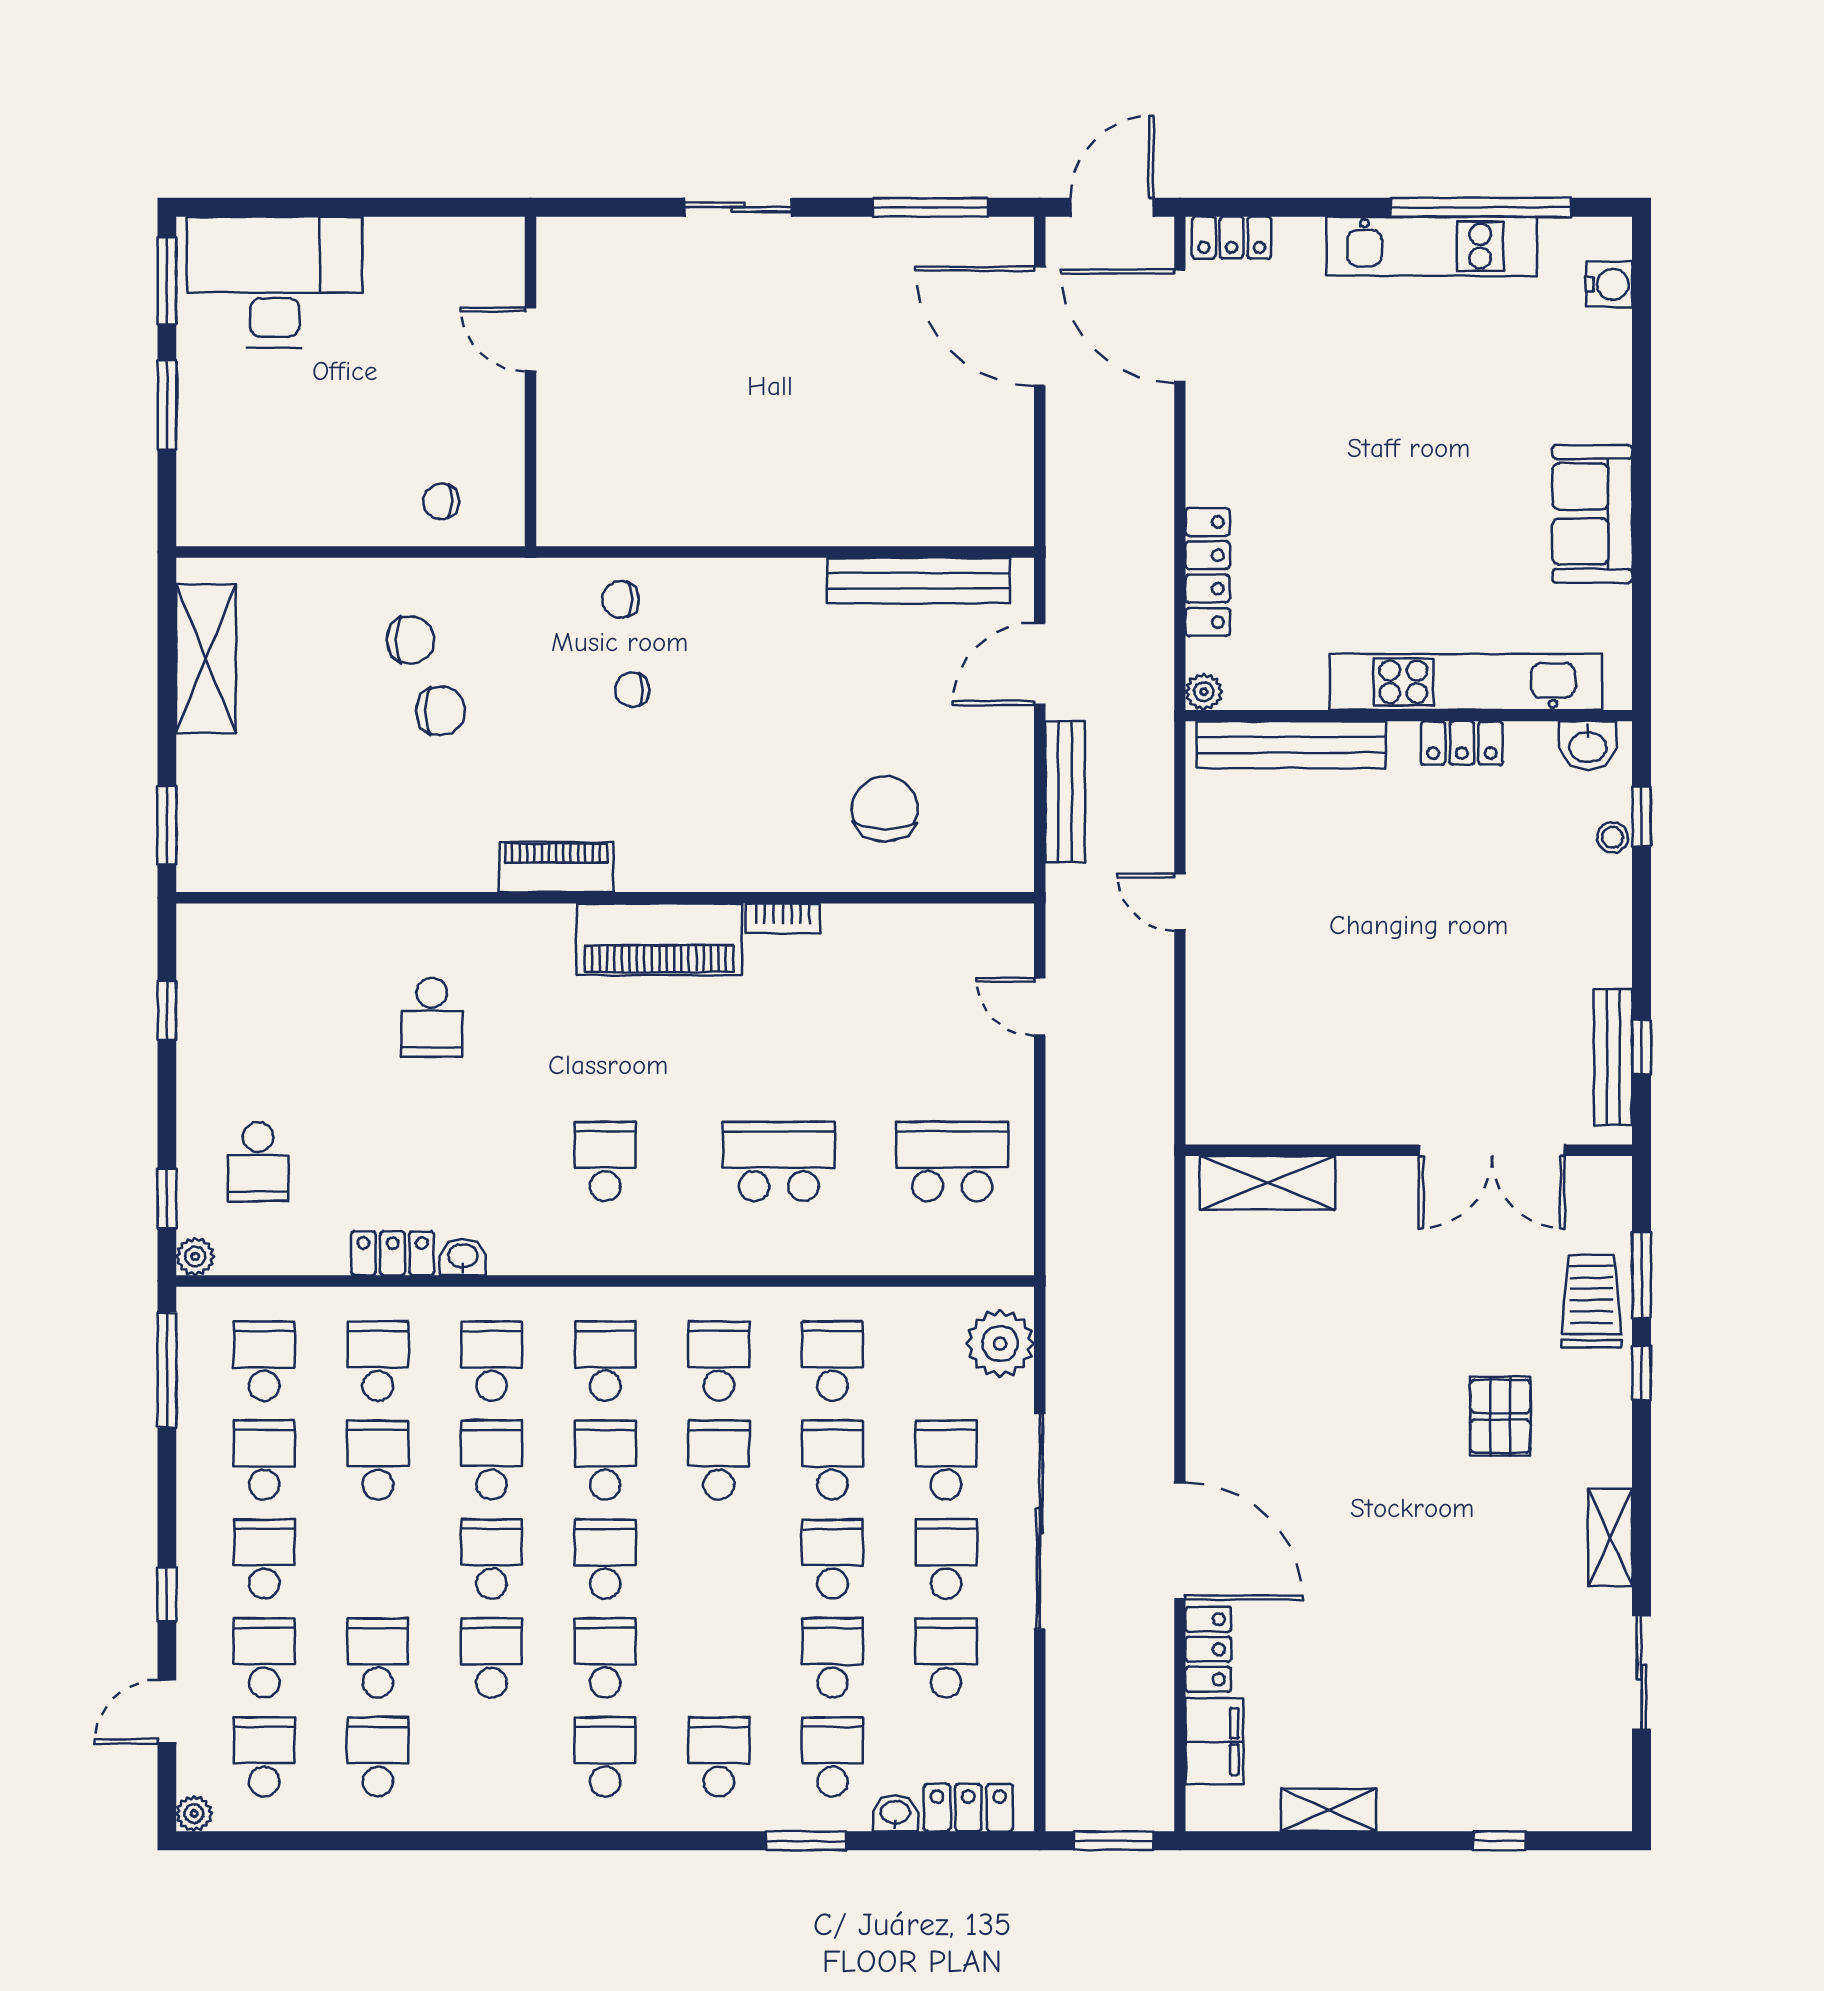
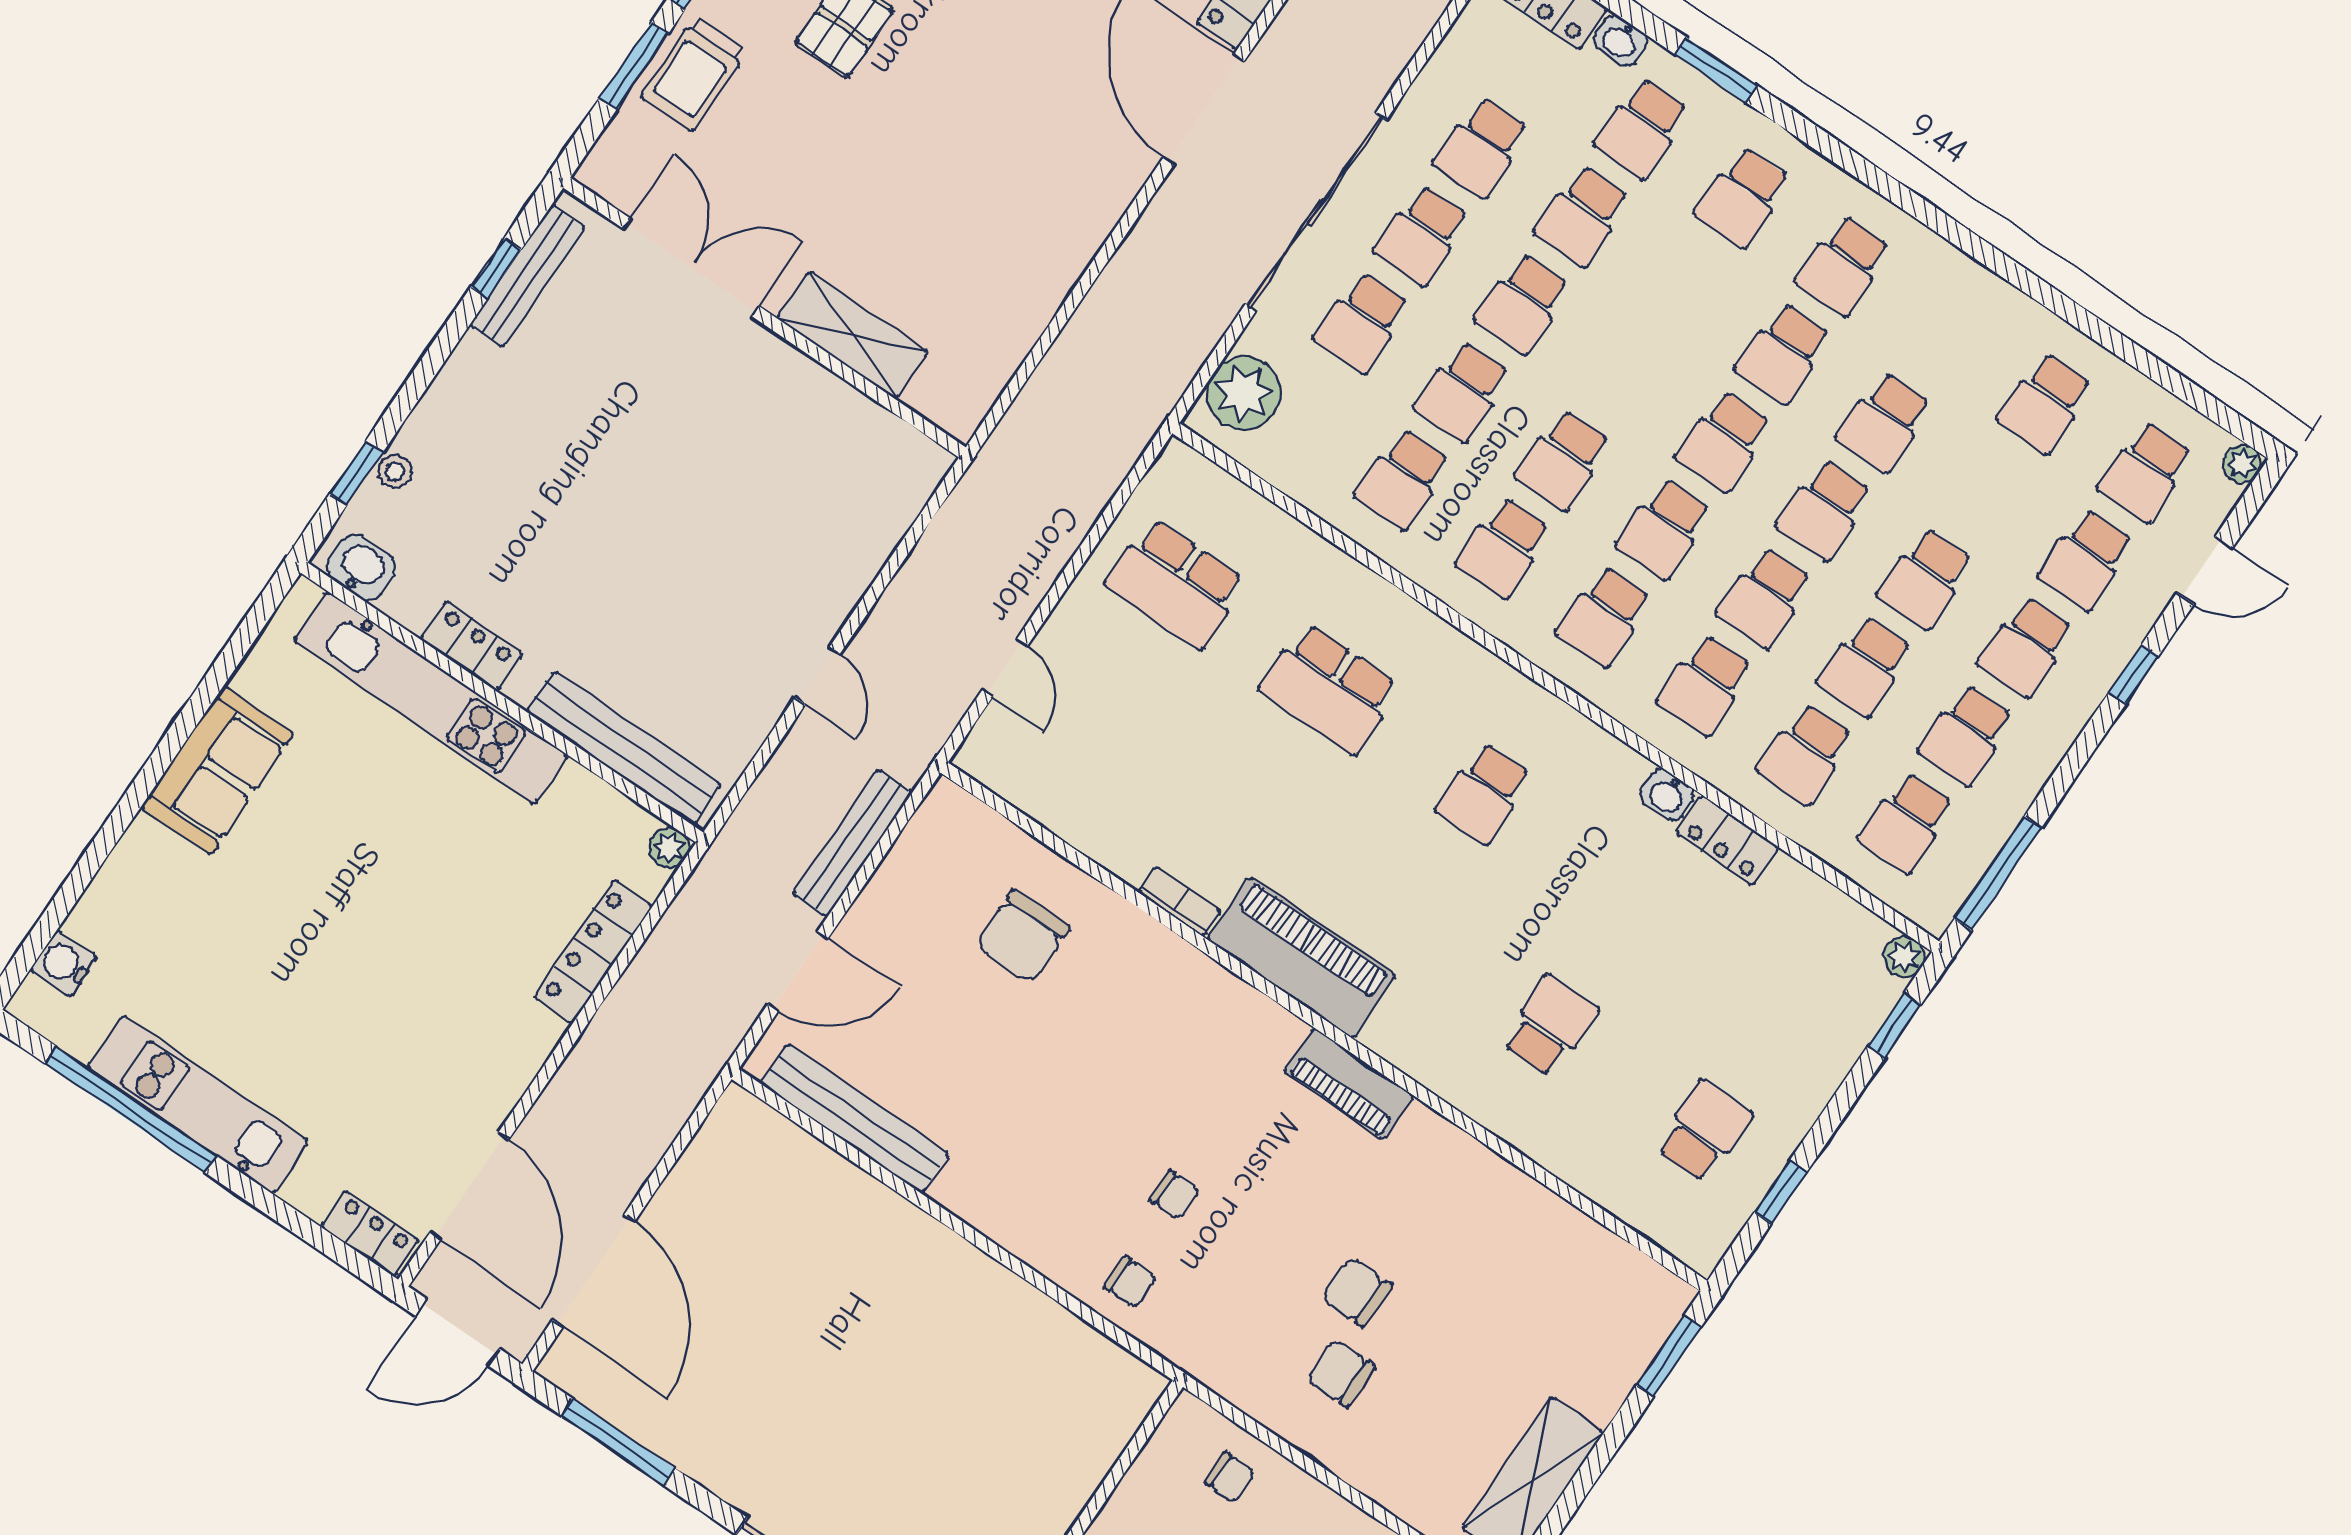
school desk: (258, 1162) -> (1704, 1131), moved
shelving: (1267, 1183) -> (852, 335), moved
school desk: (378, 1658) -> (1925, 578), moved

